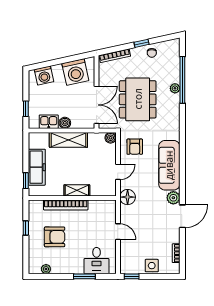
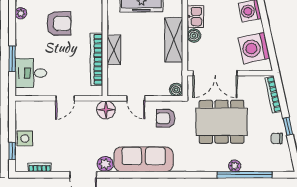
bookcase: (66, 205) -> (97, 59), moved
armchair: (55, 237) -> (59, 23), turned -90
window: (132, 276) -> (12, 151), moved

